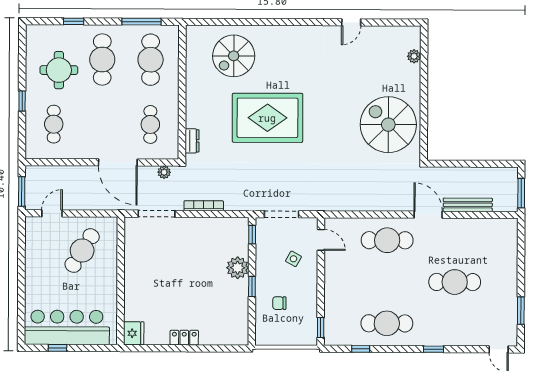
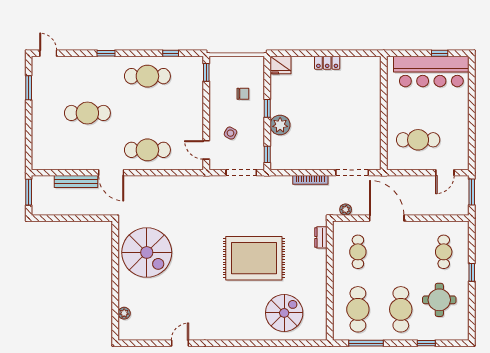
cafe table: (82, 251) -> (418, 140), turned 58
fridge: (134, 333) -> (280, 65), moved, turned -90

